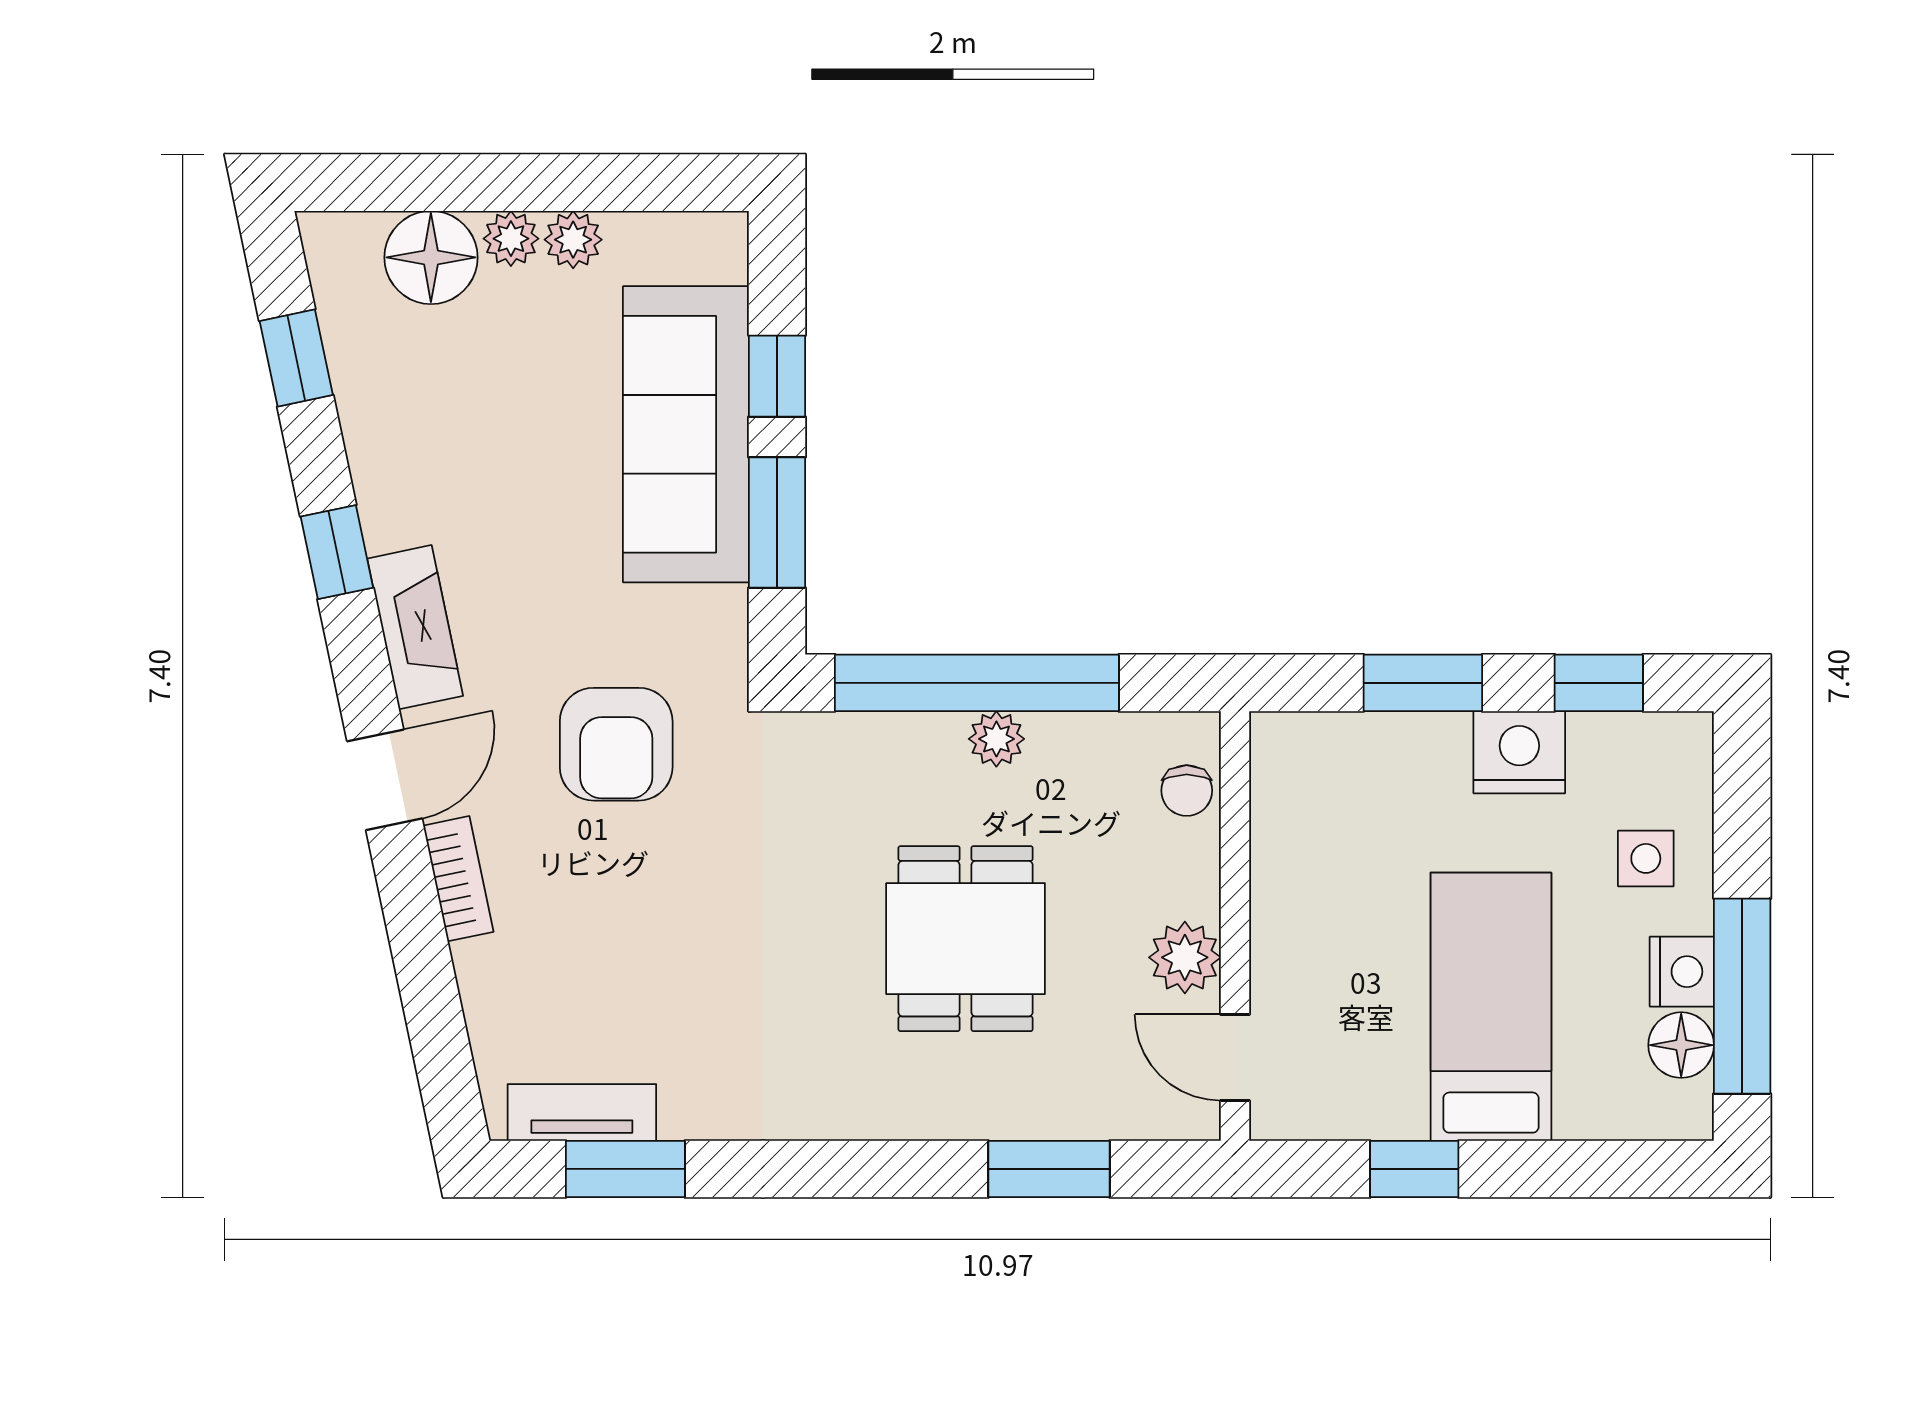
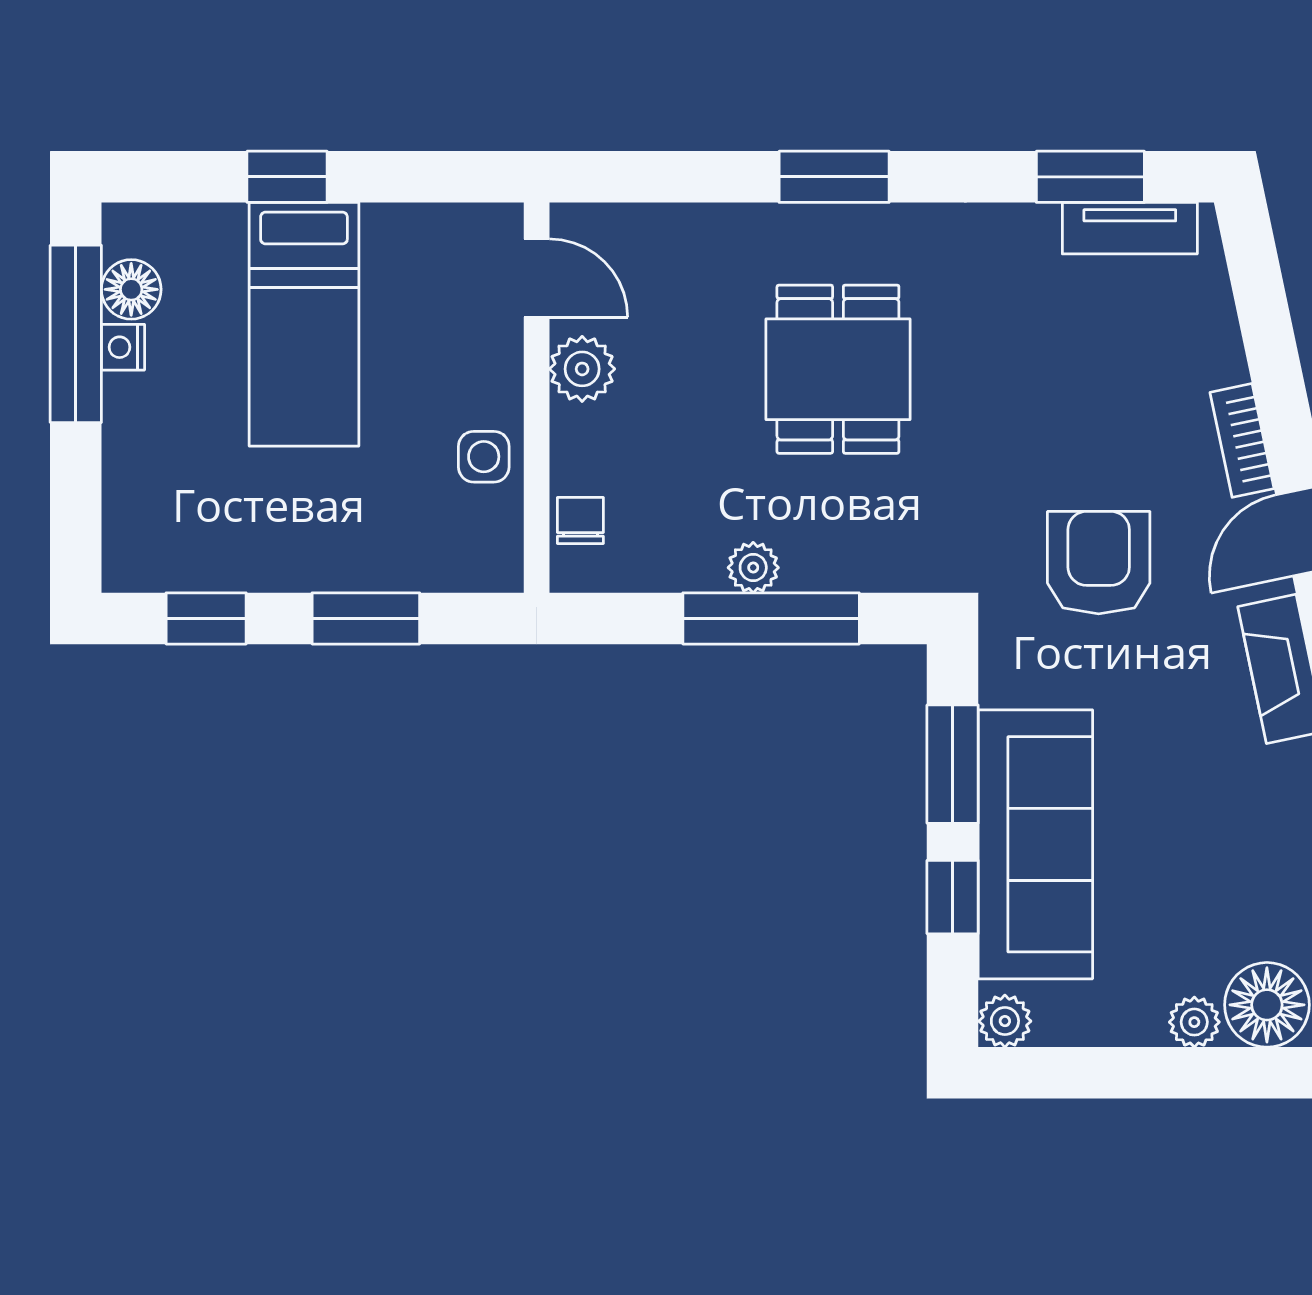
plant: (573, 240) -> (1005, 1021), moved
window: (977, 683) -> (771, 618), width x0.68
nightstand: (1519, 752) -> (278, 555), removed
side table: (1646, 858) -> (484, 457), moved
dining table: (966, 939) -> (838, 369), moved
nightstand: (1682, 972) -> (123, 347), width x0.72, depth x0.74
window: (1049, 1169) -> (834, 177), moved
window: (1414, 1169) -> (287, 177), moved

